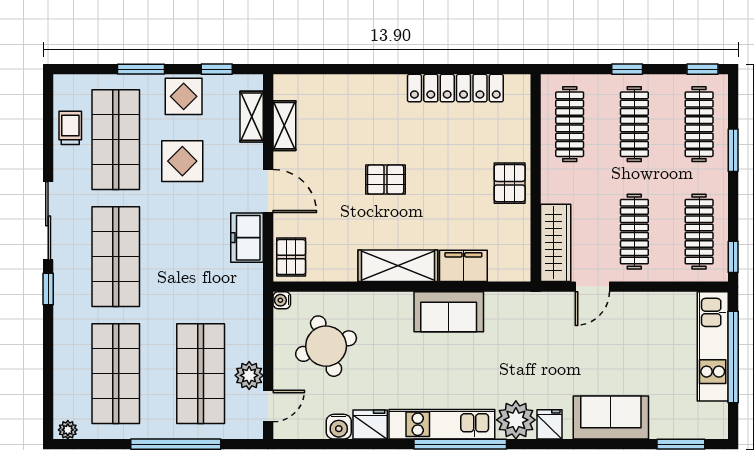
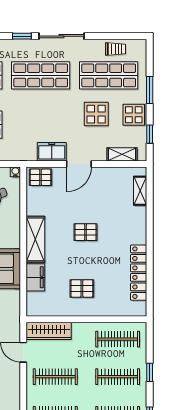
shelving: (284, 126) -> (140, 191), moved, turned 90
pallet: (386, 179) -> (86, 232), turned 90
pallet: (510, 183) -> (82, 288), moved

